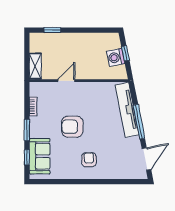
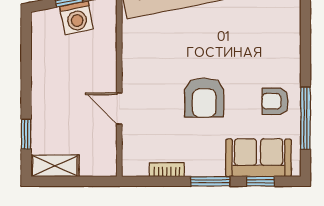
shelving: (35, 66) -> (55, 166), moved
armchair: (89, 160) -> (275, 101), moved
window: (61, 182) -> (305, 118), added

